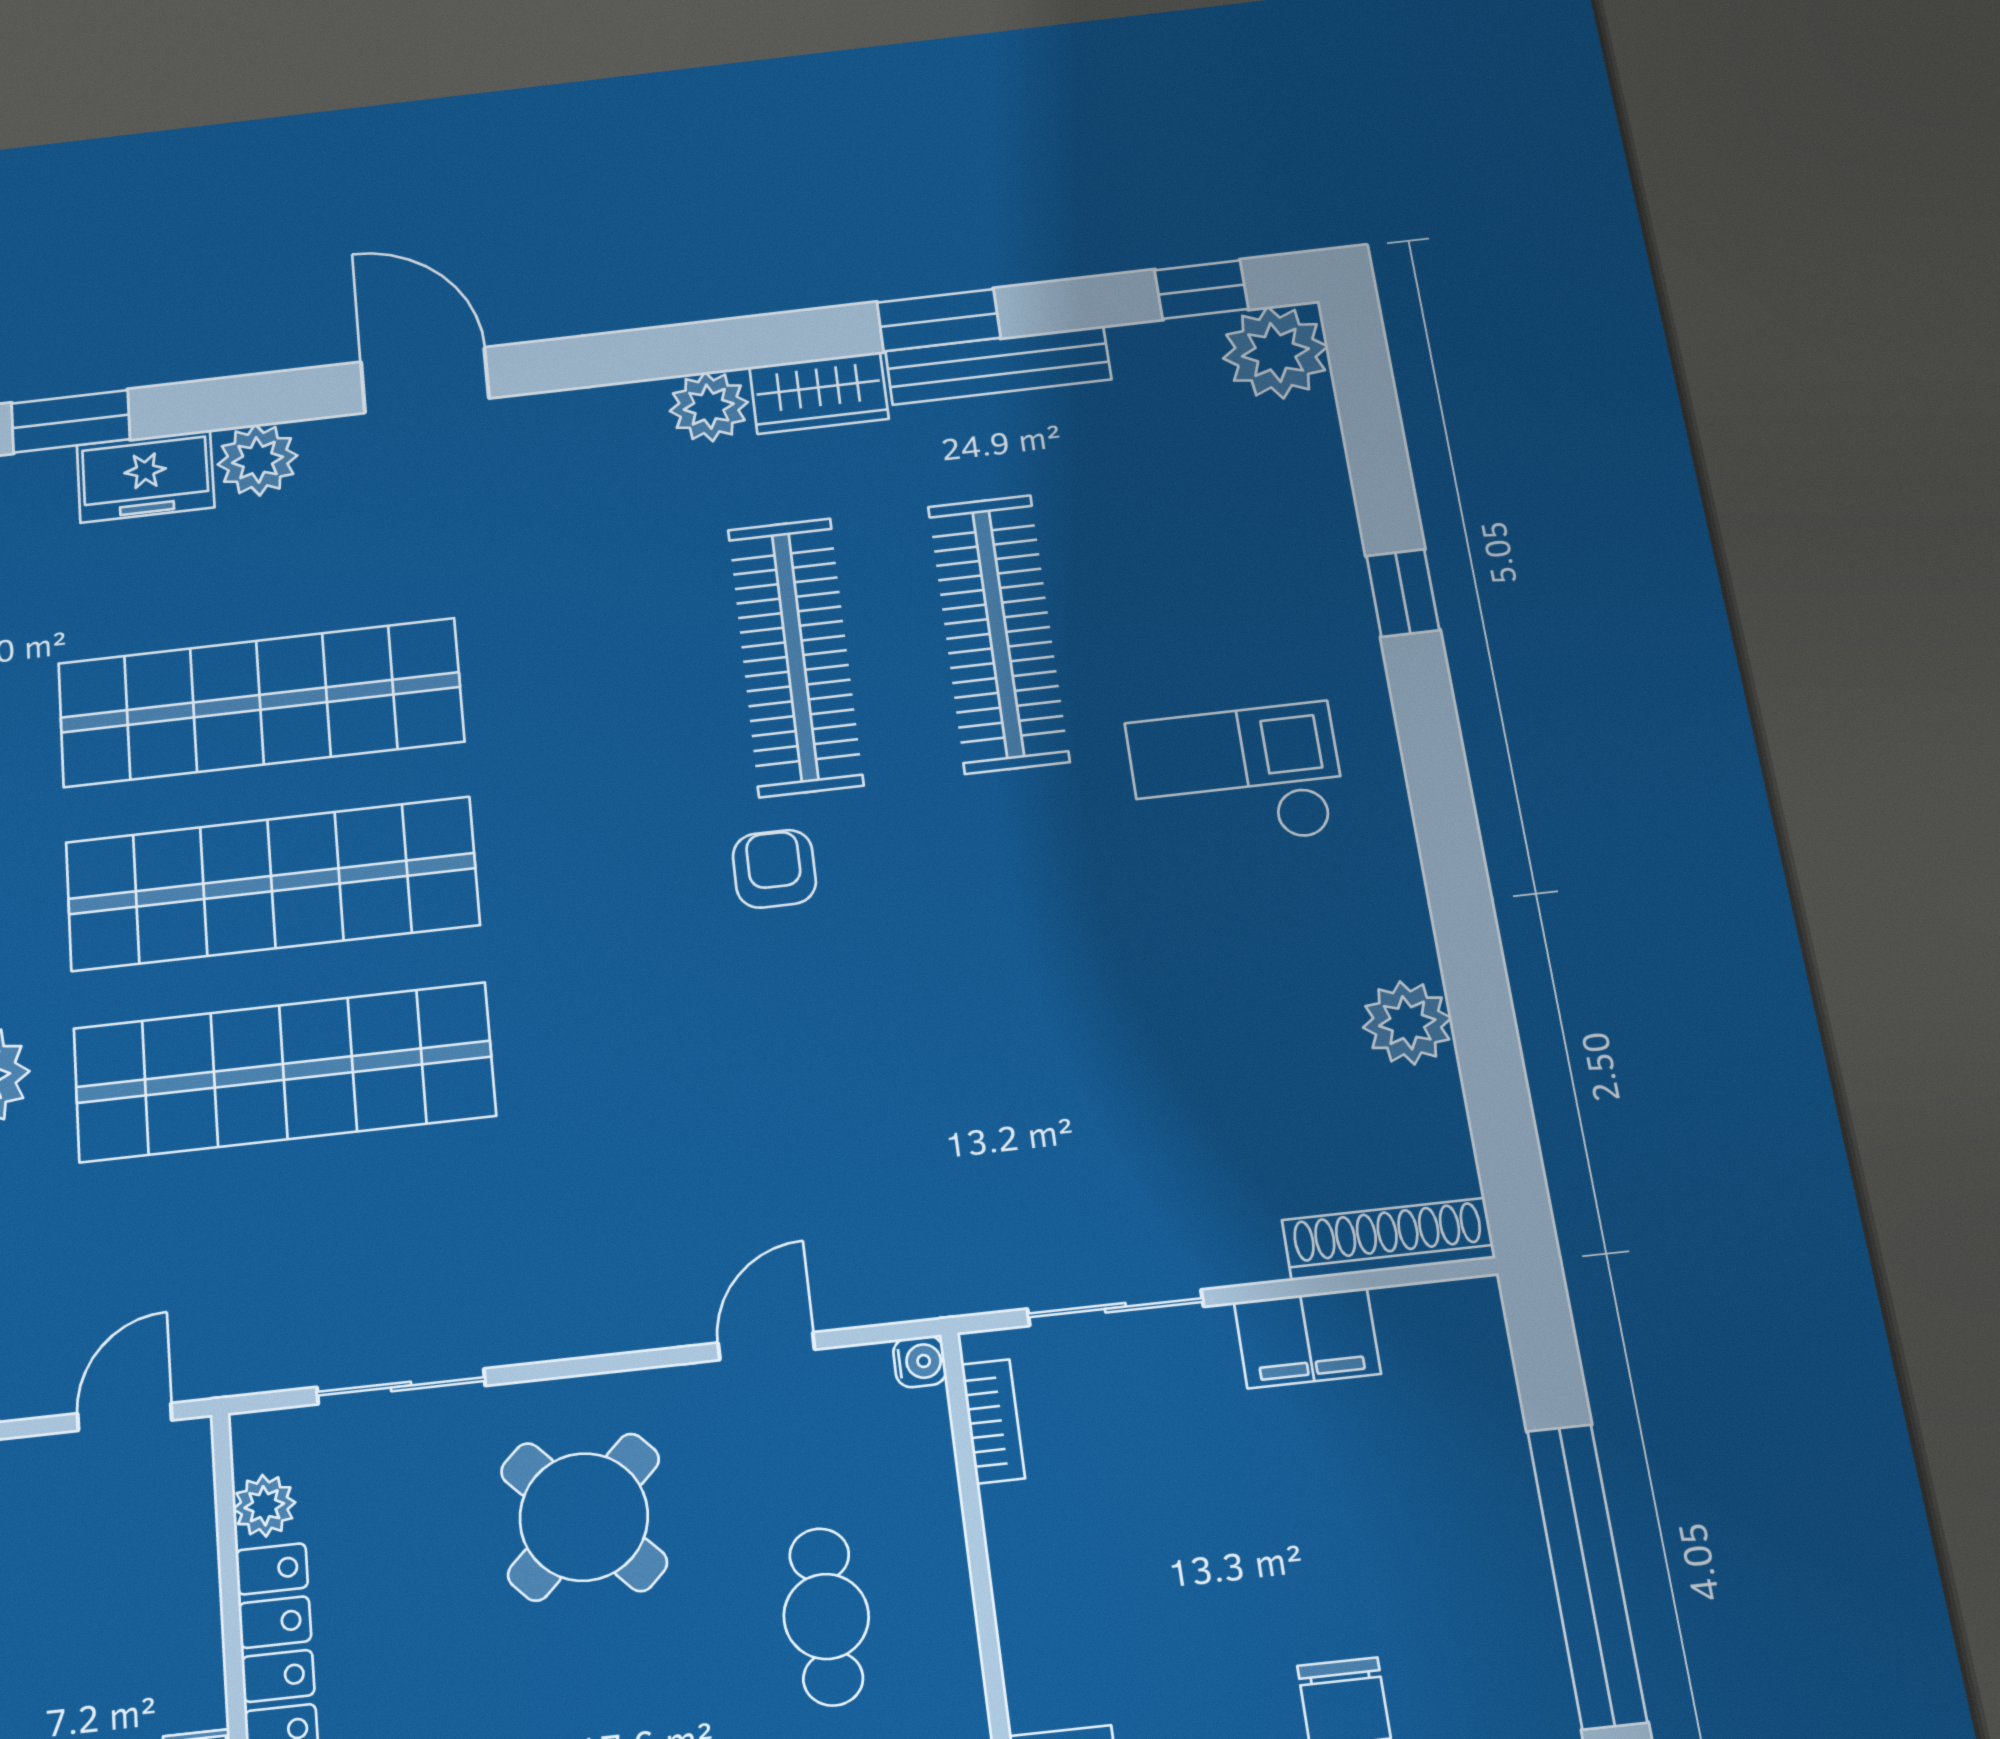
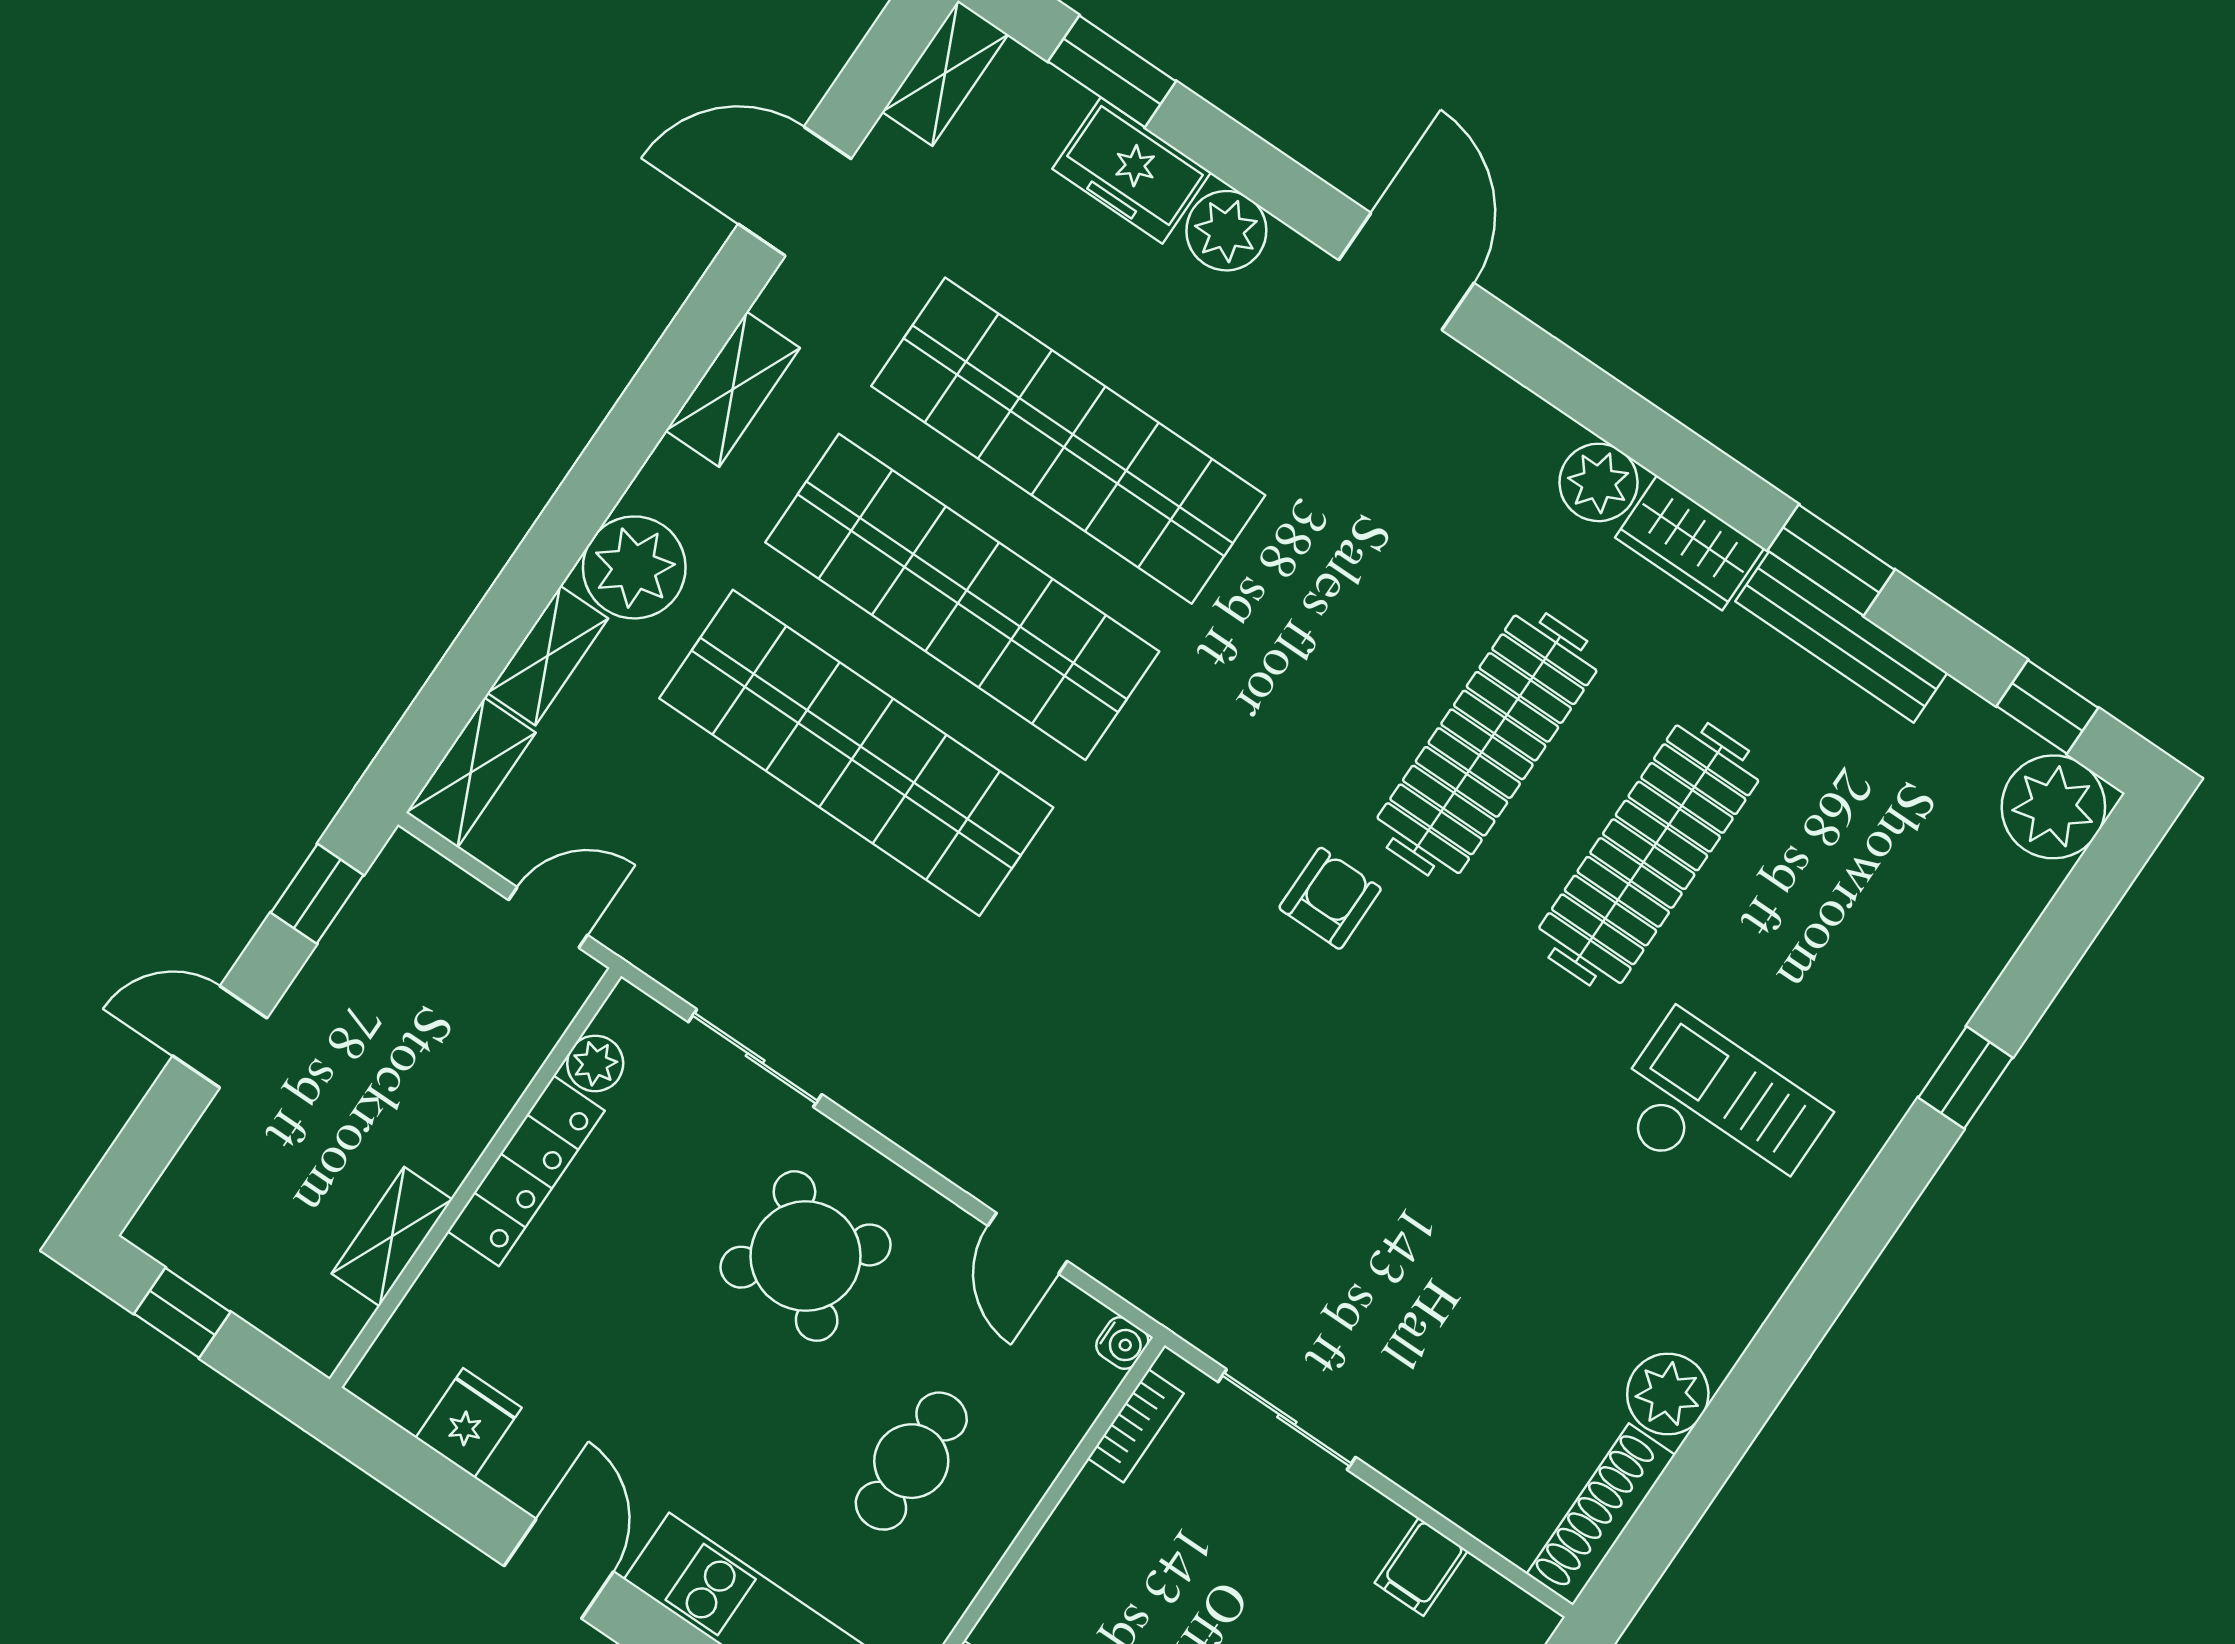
shoe rack: (1388, 1239) -> (1601, 1514), moved, turned -90
filing cabinet: (1307, 1338) -> (1421, 1567), width x0.50
door: (766, 1346) -> (1028, 1243), swing flipped

